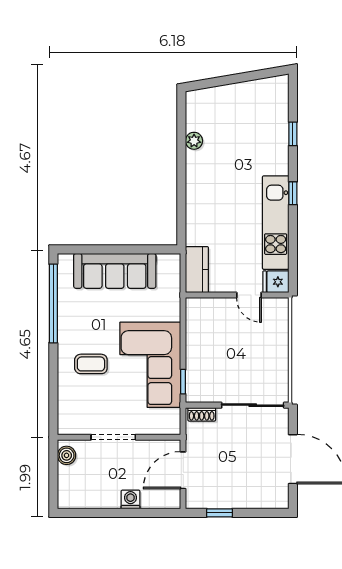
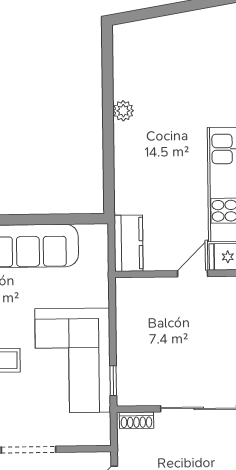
plant: (194, 141) -> (123, 111), moved
door: (249, 295) -> (193, 274), swing flipped

